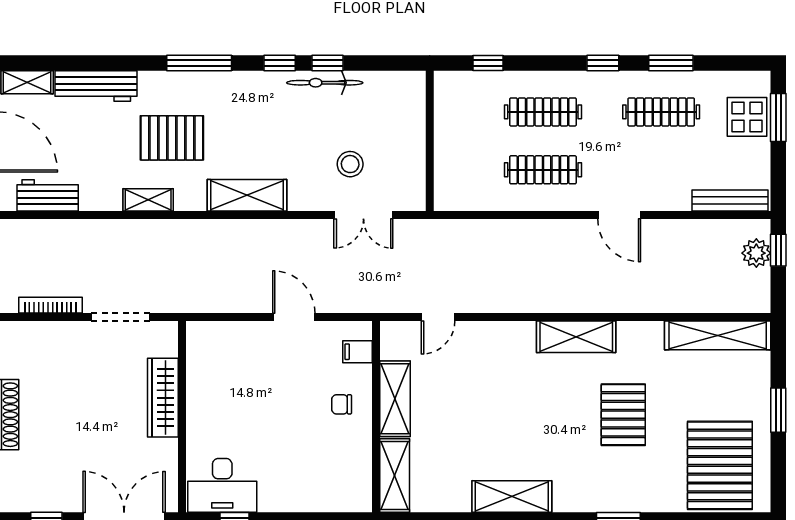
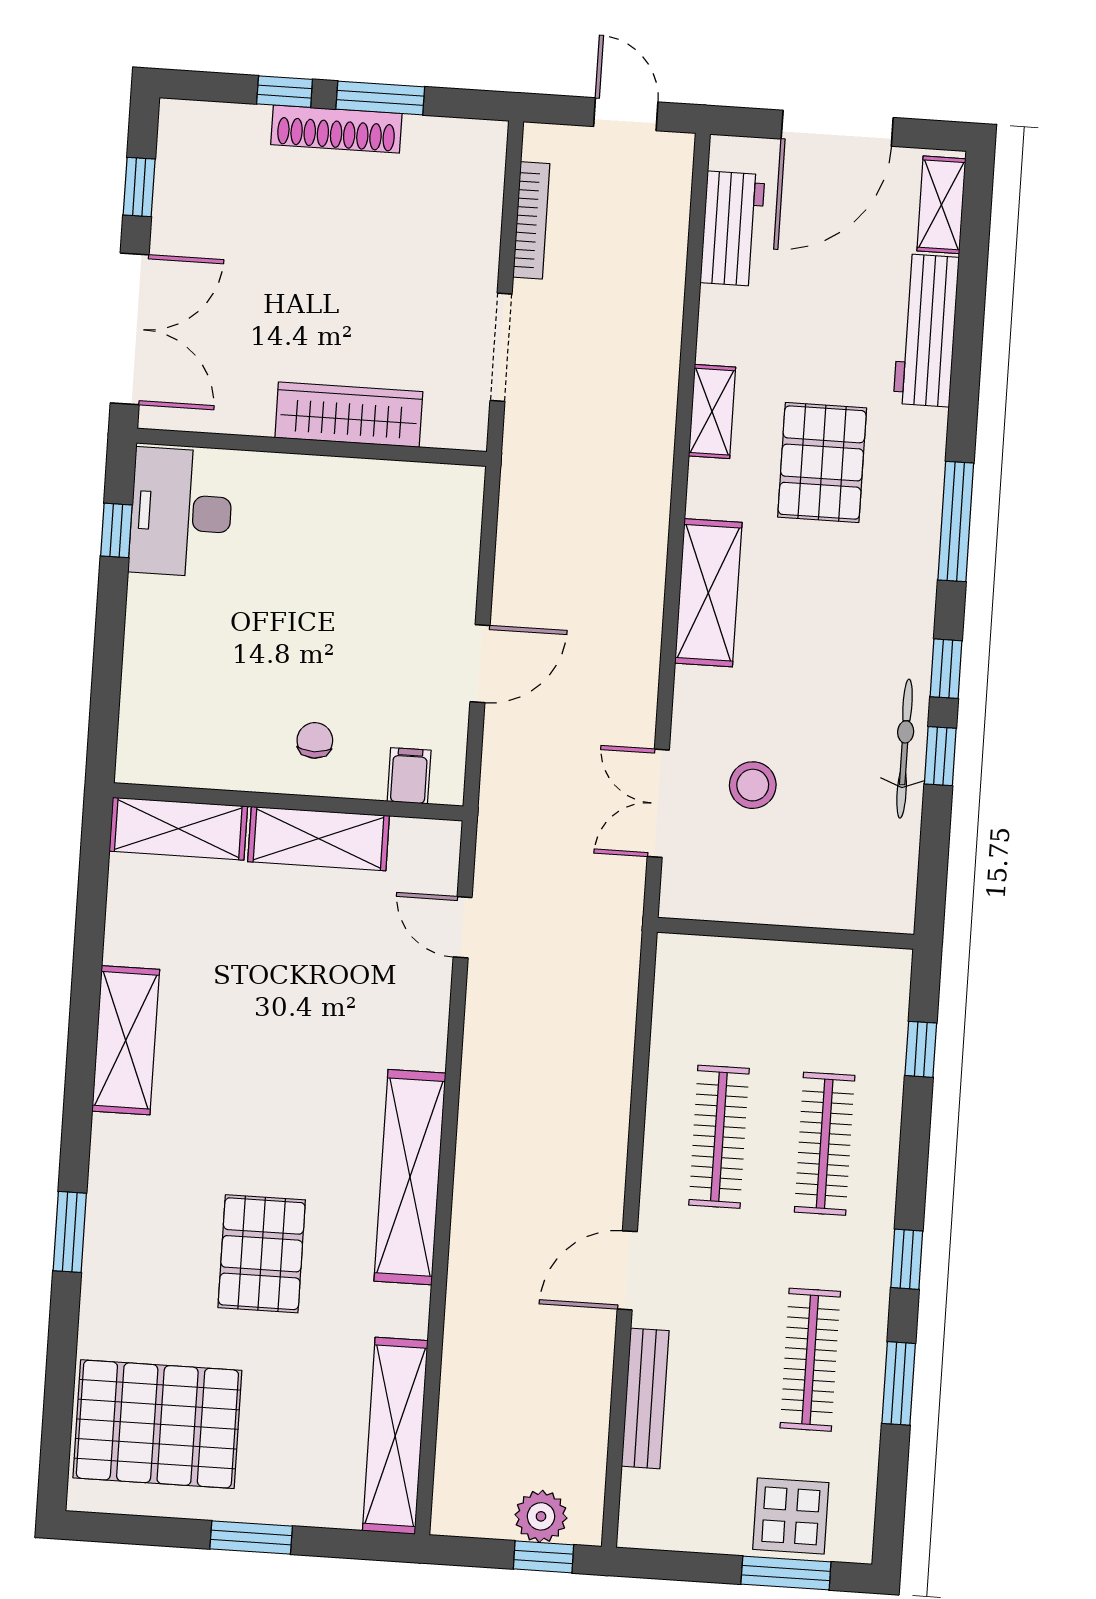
bench: (730, 201) -> (645, 1398), moved
shelving: (576, 337) -> (410, 1177), width x1.47
pallet: (623, 415) -> (262, 1254), turned 90

